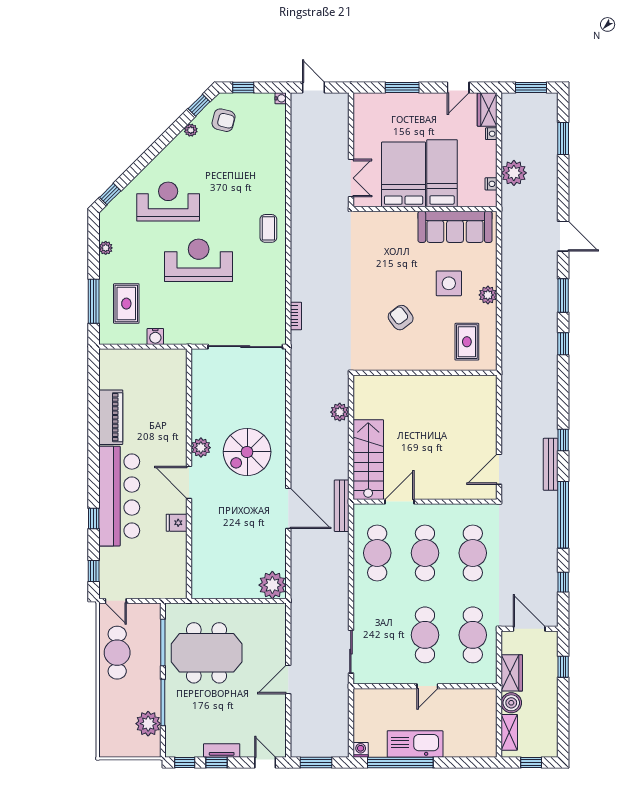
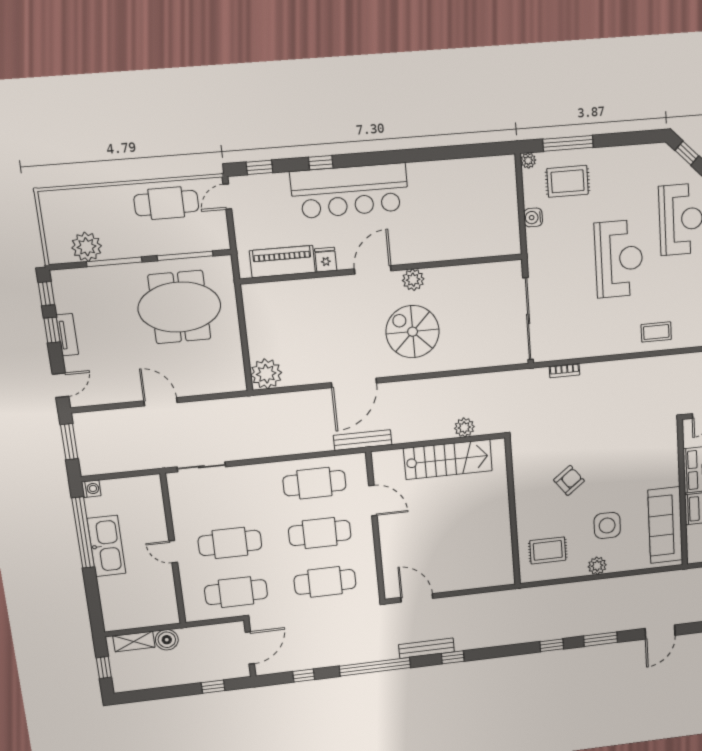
plant: (106, 248) -> (528, 161), moved
piano: (111, 417) -> (282, 262), moved, turned 180
stairs: (368, 460) -> (448, 459), moved
meeting table: (207, 653) -> (179, 307), turned 90
wardrobe: (512, 673) -> (200, 636), removed

